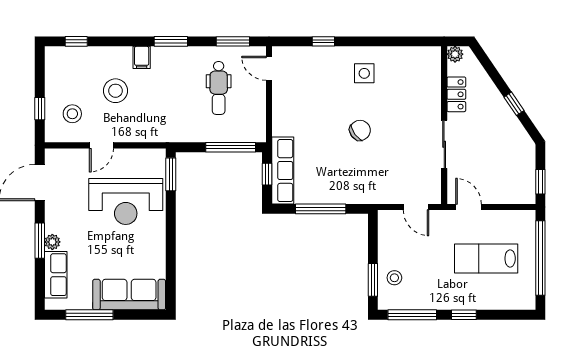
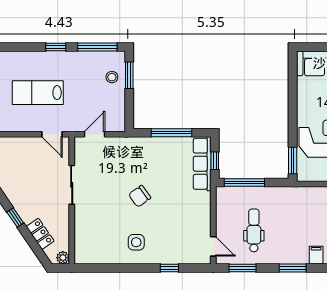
locker: (456, 94) -> (40, 234), moved, turned 146
door: (416, 207) -> (94, 134), hinge flipped
lab bench: (486, 258) -> (38, 93), turned 180

